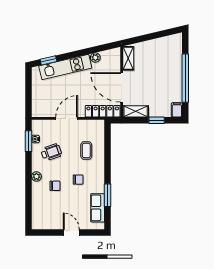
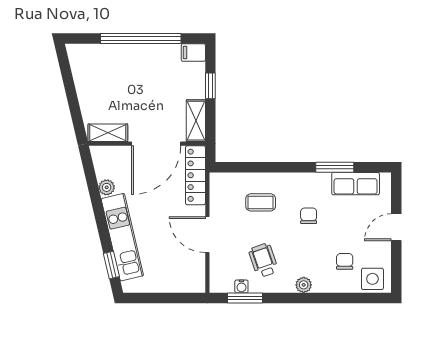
chair: (55, 186) -> (345, 261), moved
side table: (40, 218) -> (372, 279), added

